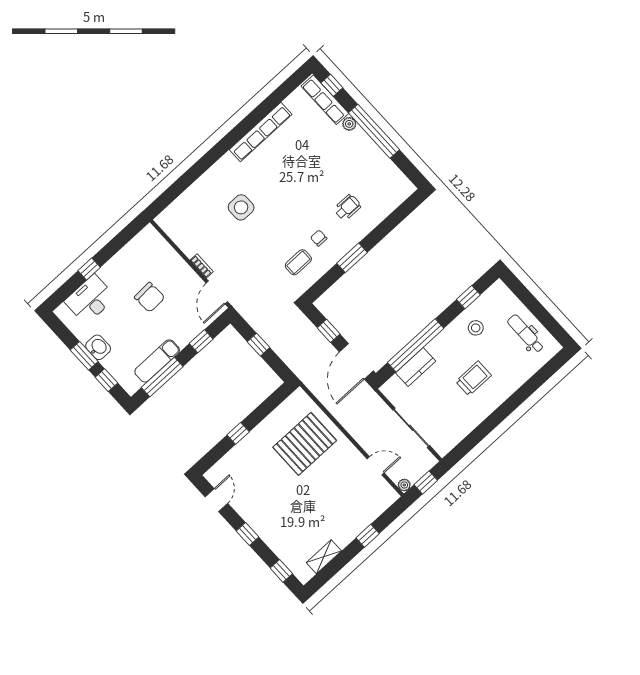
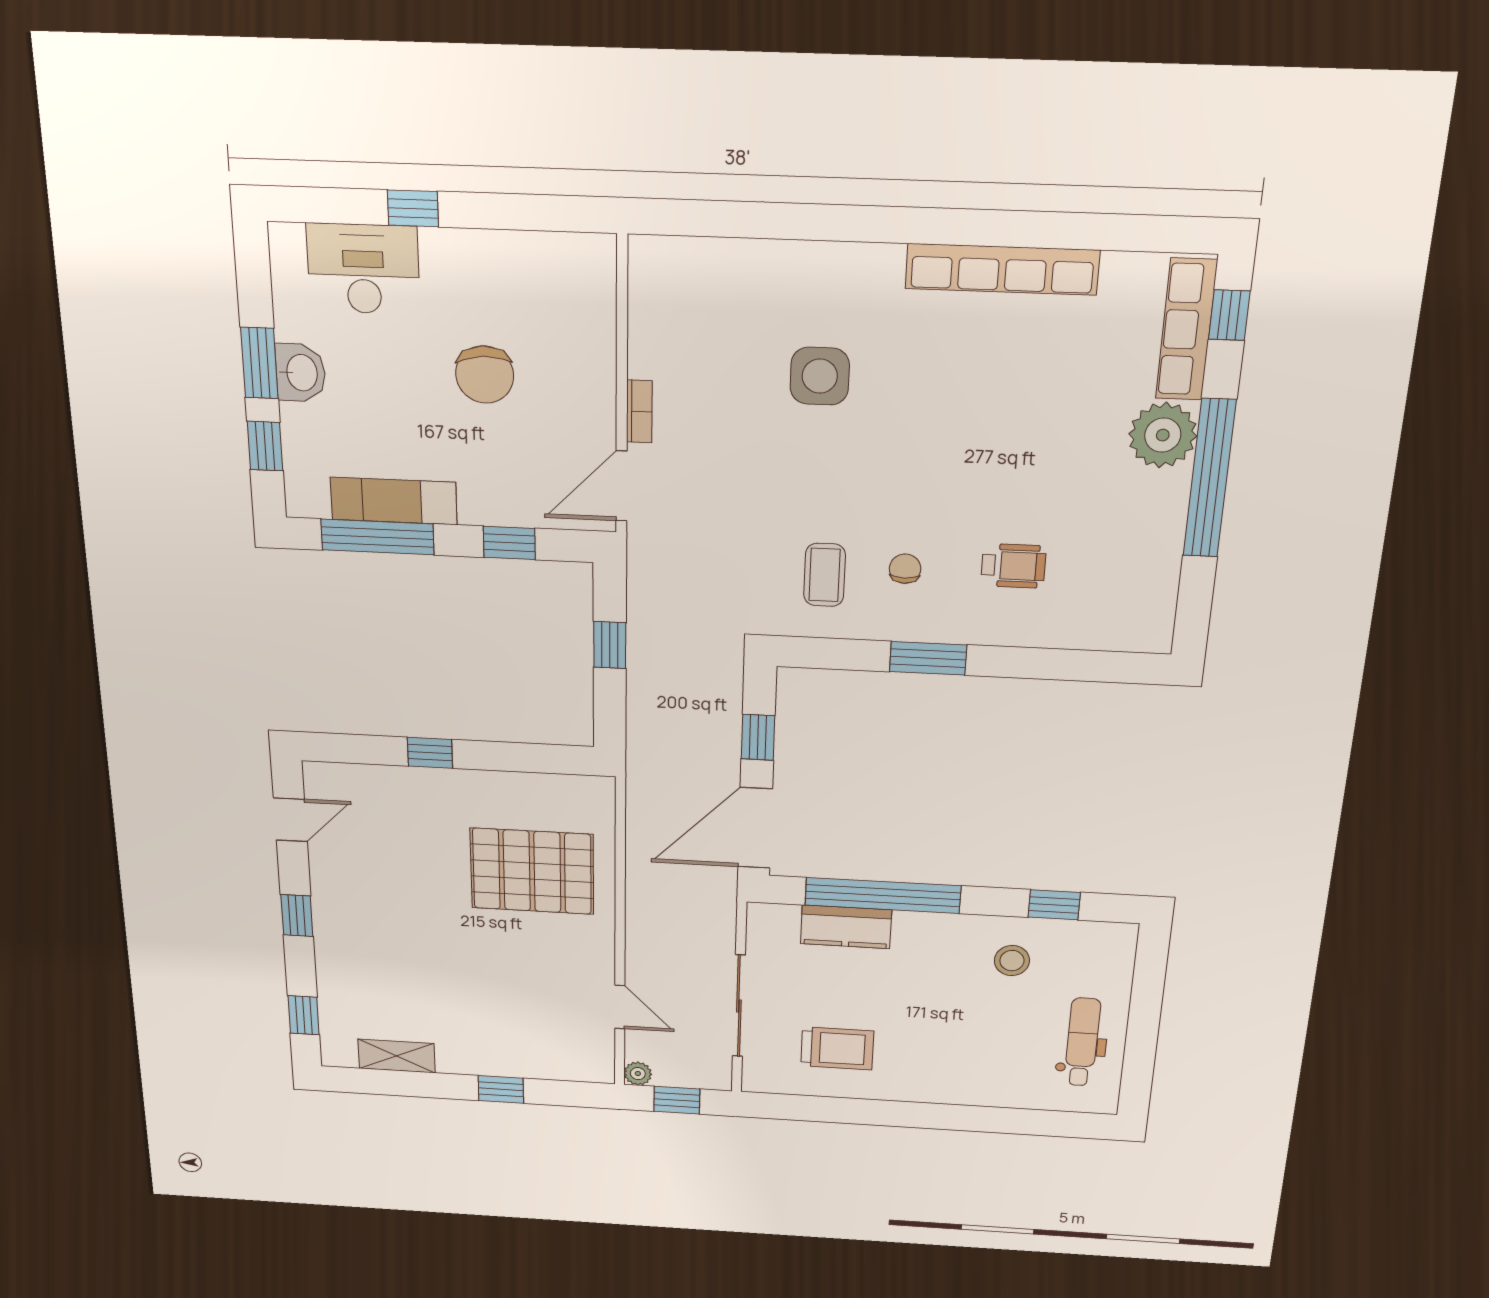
plant: (349, 124) -> (1163, 435), width x1.88, depth x1.88
coffee table: (298, 262) -> (825, 575), turned 90
trolley: (473, 378) -> (837, 1048), moved

